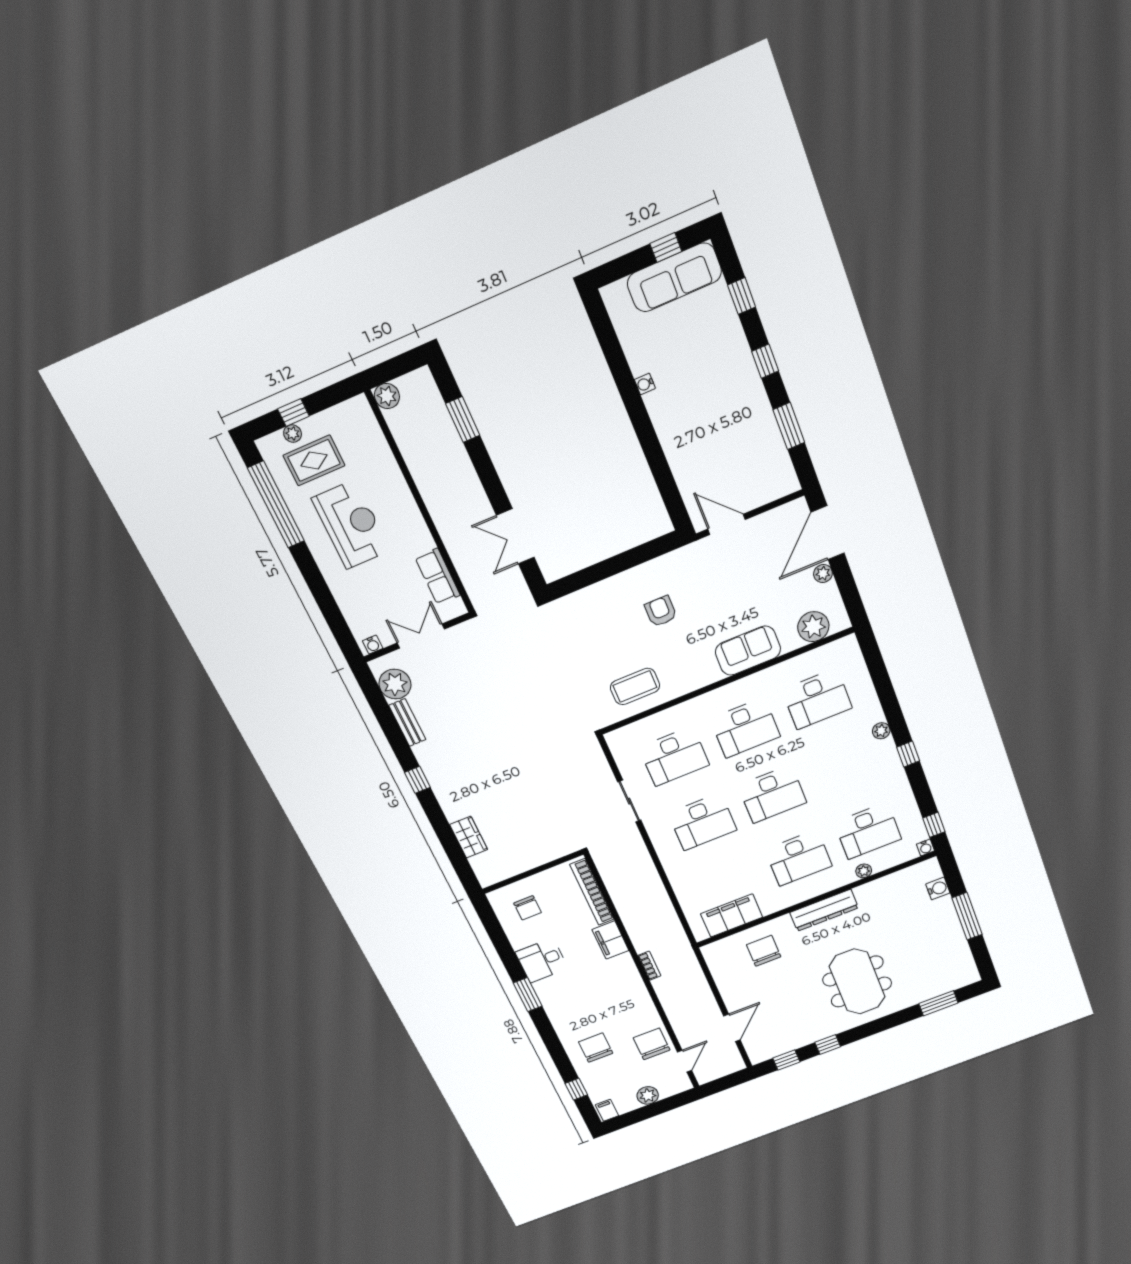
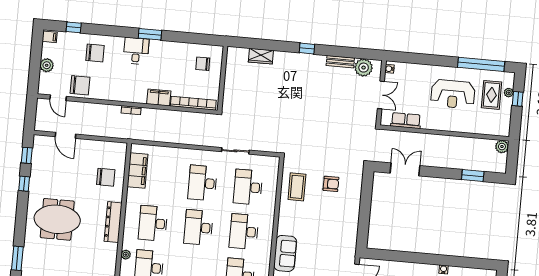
armchair: (661, 611) -> (331, 184), moved
desk: (542, 960) -> (136, 51), moved

